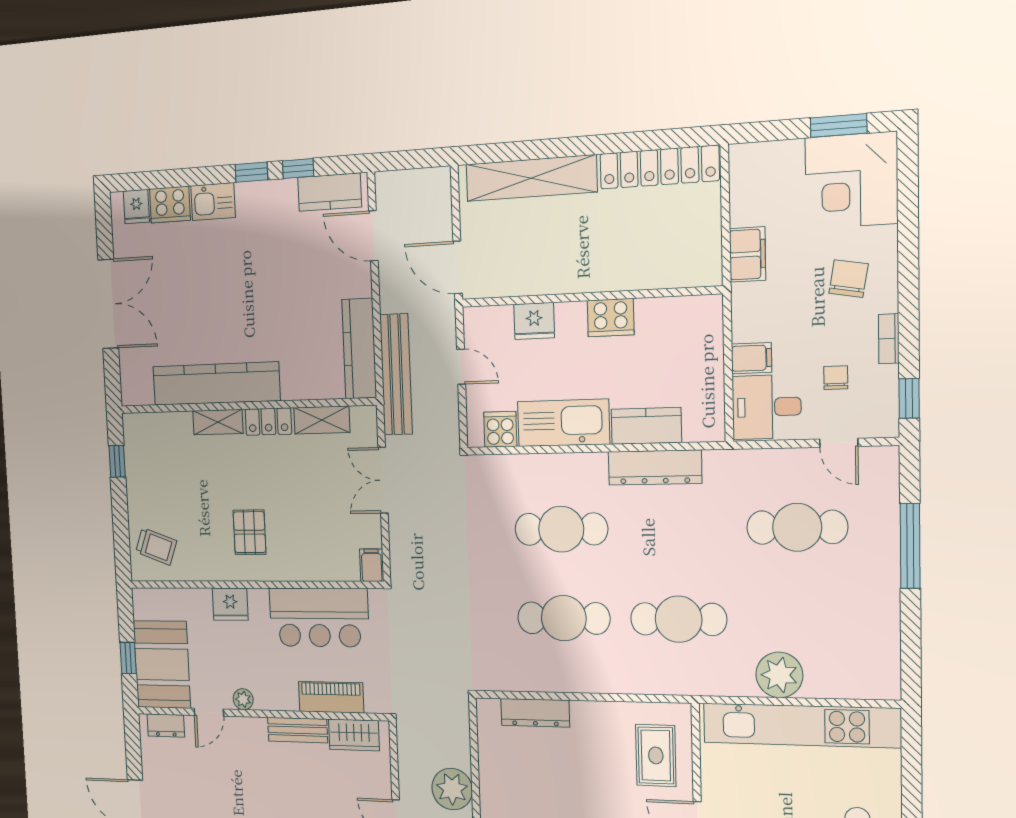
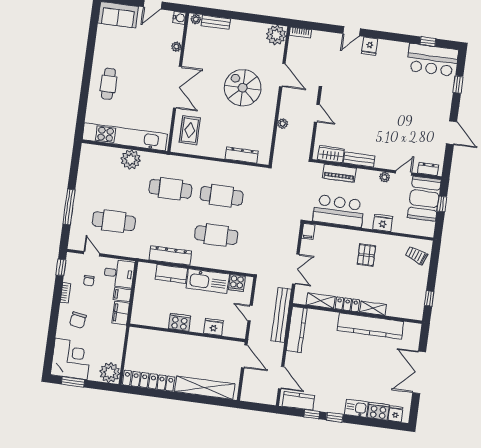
plant: (753, 167) -> (110, 373), added
filing cabinet: (747, 254) -> (121, 313), moved
plant: (452, 789) -> (283, 124), width x0.53, depth x0.53

